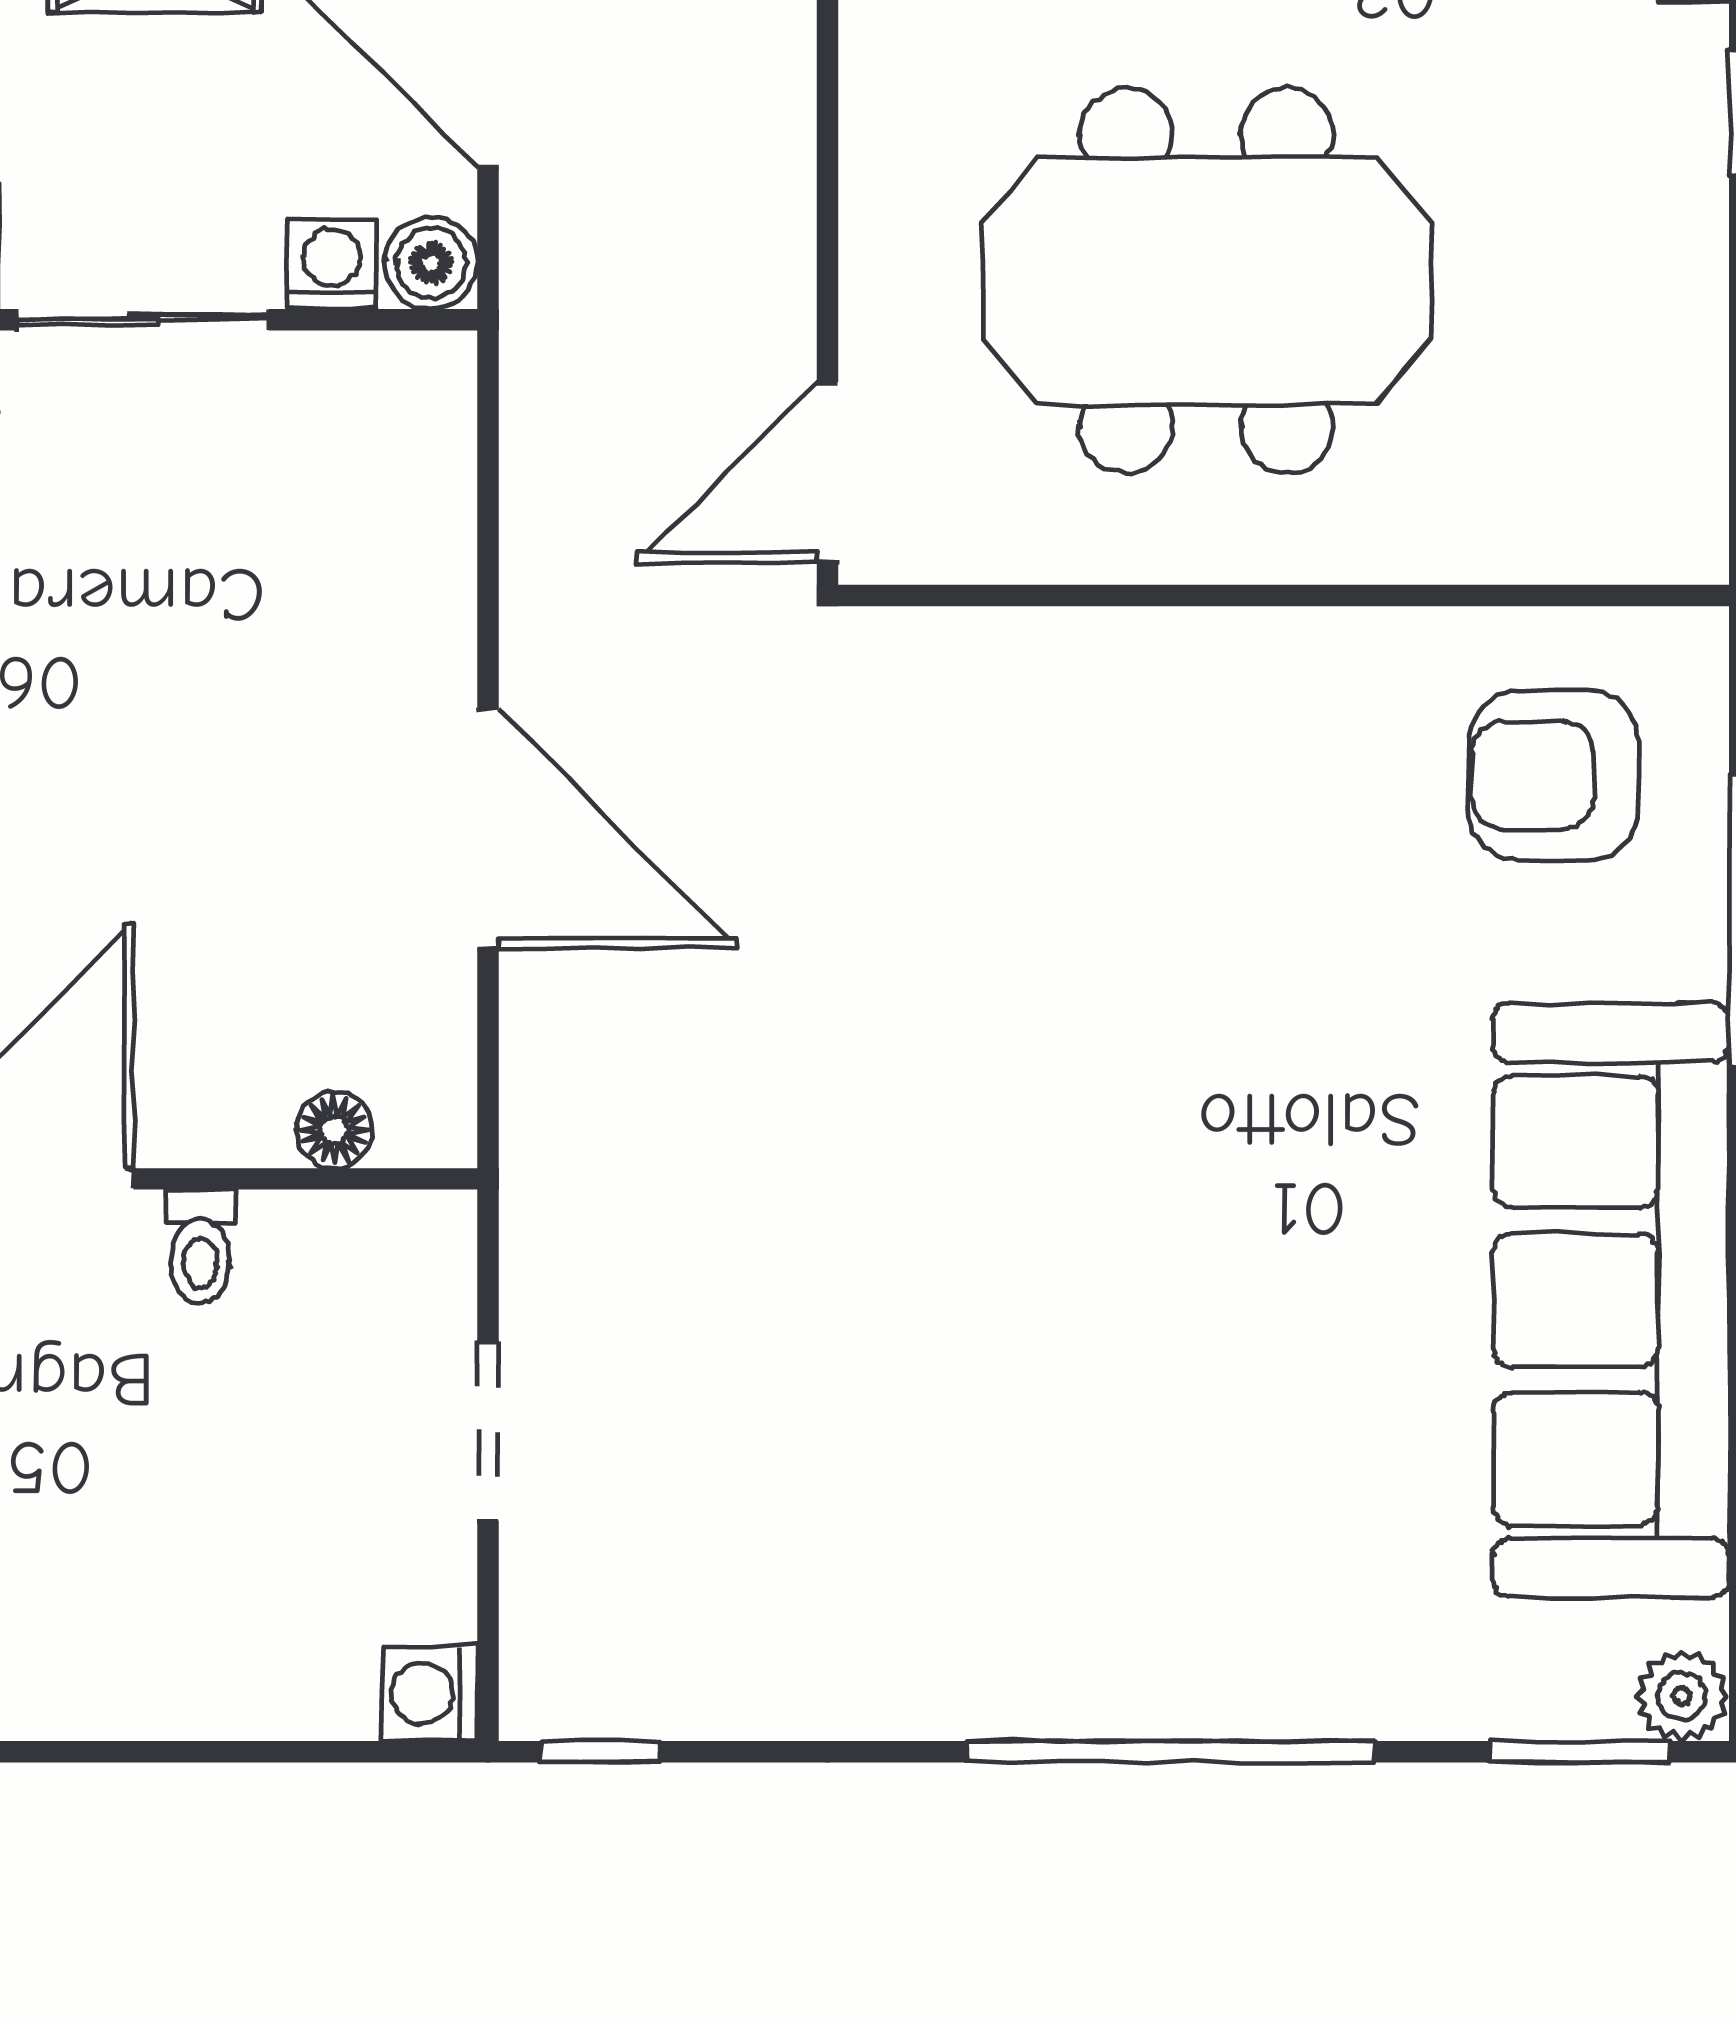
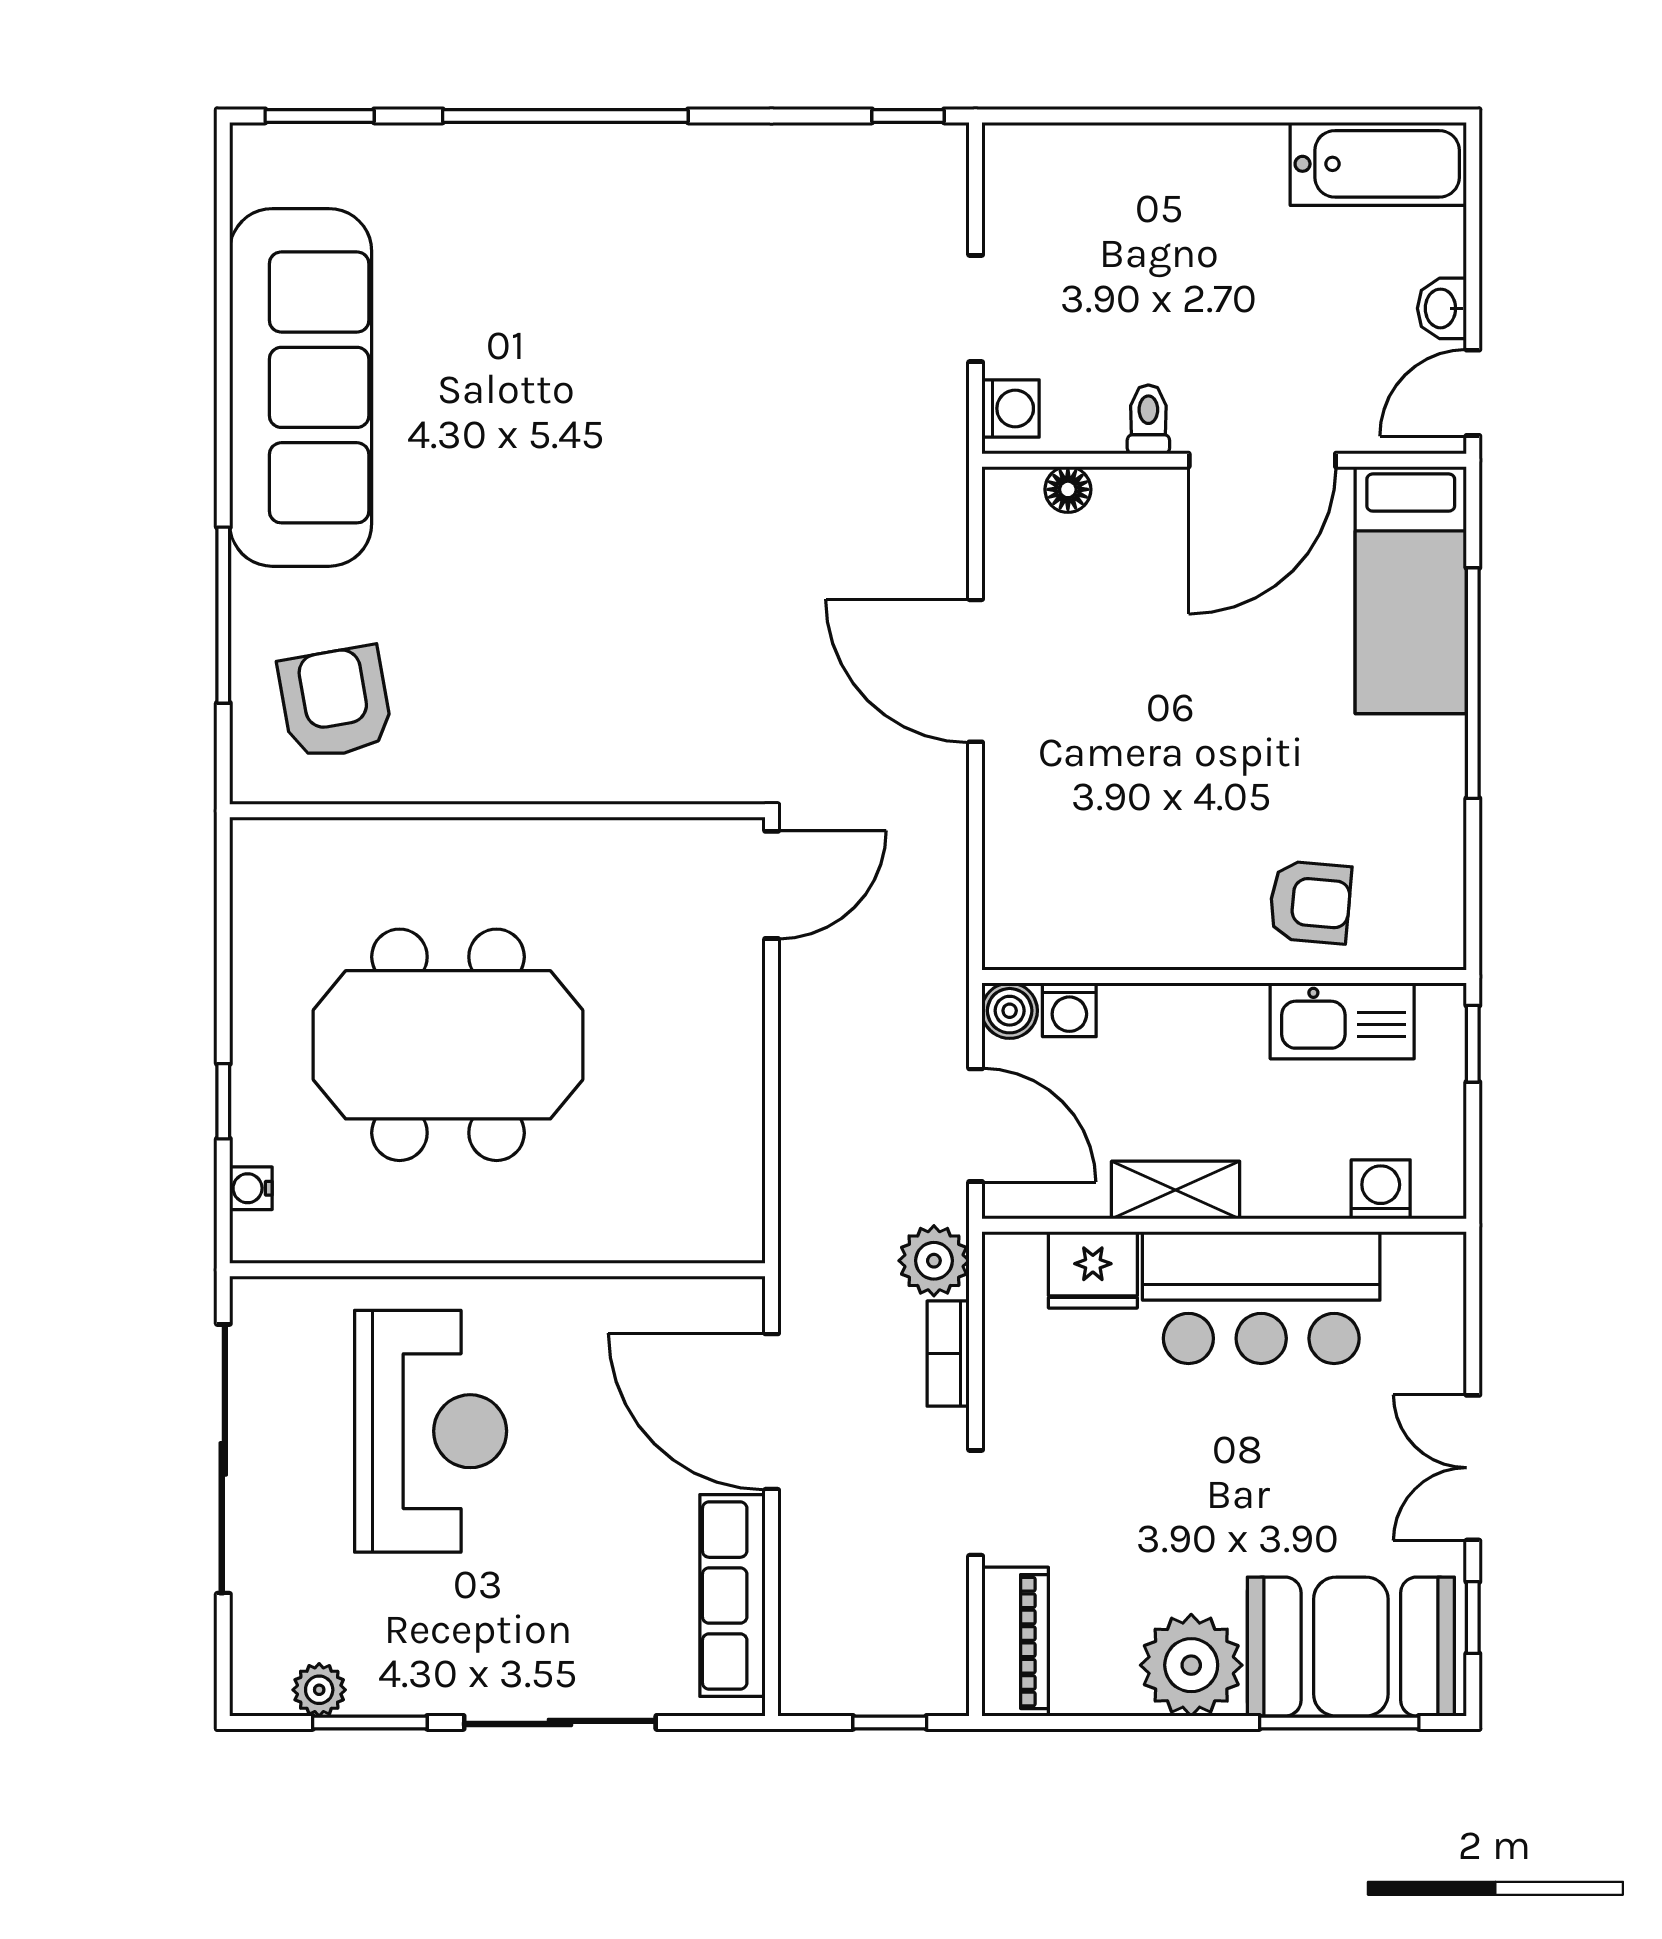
meeting table: (1207, 281) -> (448, 1045), moved
sliding door: (143, 320) -> (1183, 977), removed
armchair: (1553, 775) -> (335, 703), turned -100
washing machine: (430, 1693) -> (1011, 408), moved
plant: (1682, 1696) -> (258, 150), removed

